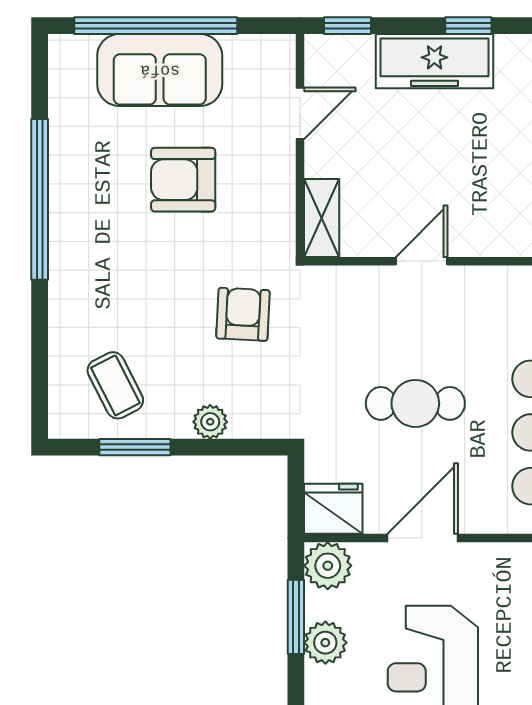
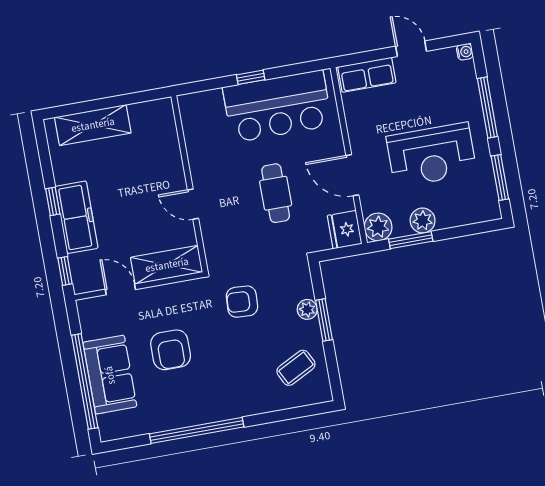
shelving: (322, 218) -> (167, 265), width x1.50, depth x1.33
window: (135, 447) -> (324, 320), moved

